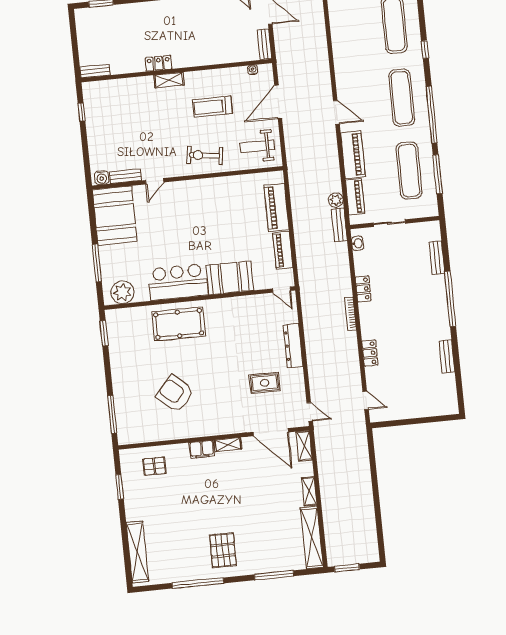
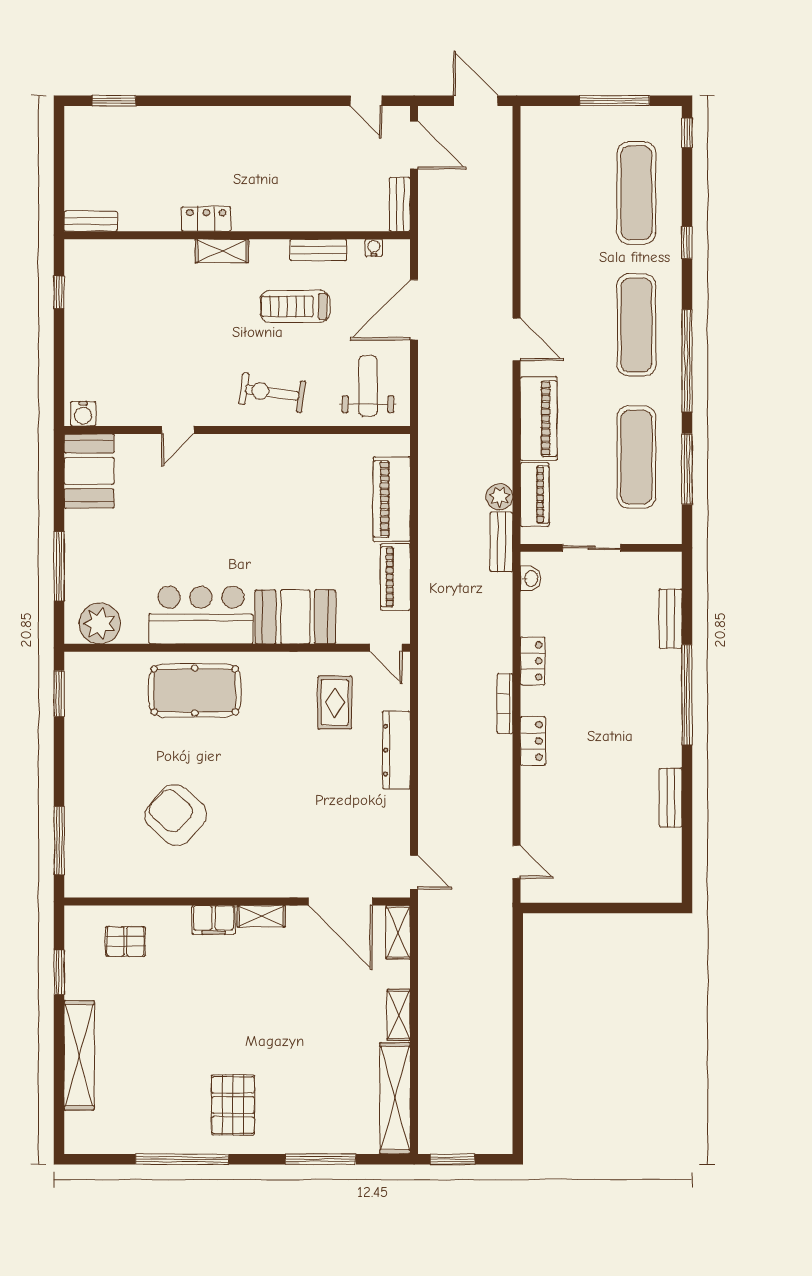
weight bench: (257, 146) -> (368, 386), turned 90
bench: (125, 176) -> (318, 250), moved
booth: (115, 216) -> (89, 471), width x0.73, depth x0.70
locker: (370, 353) -> (533, 741), moved
rug: (265, 383) -> (335, 702), moved, turned 90
shelving: (137, 552) -> (79, 1055), moved

